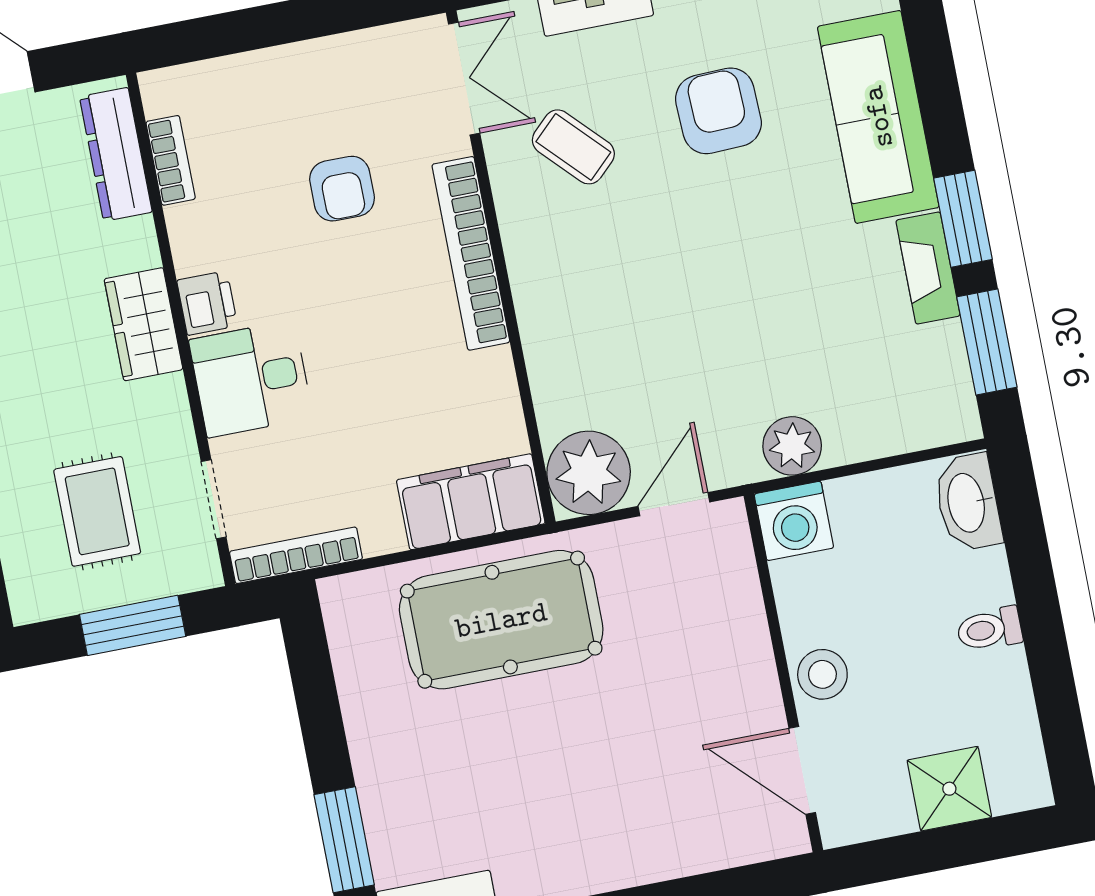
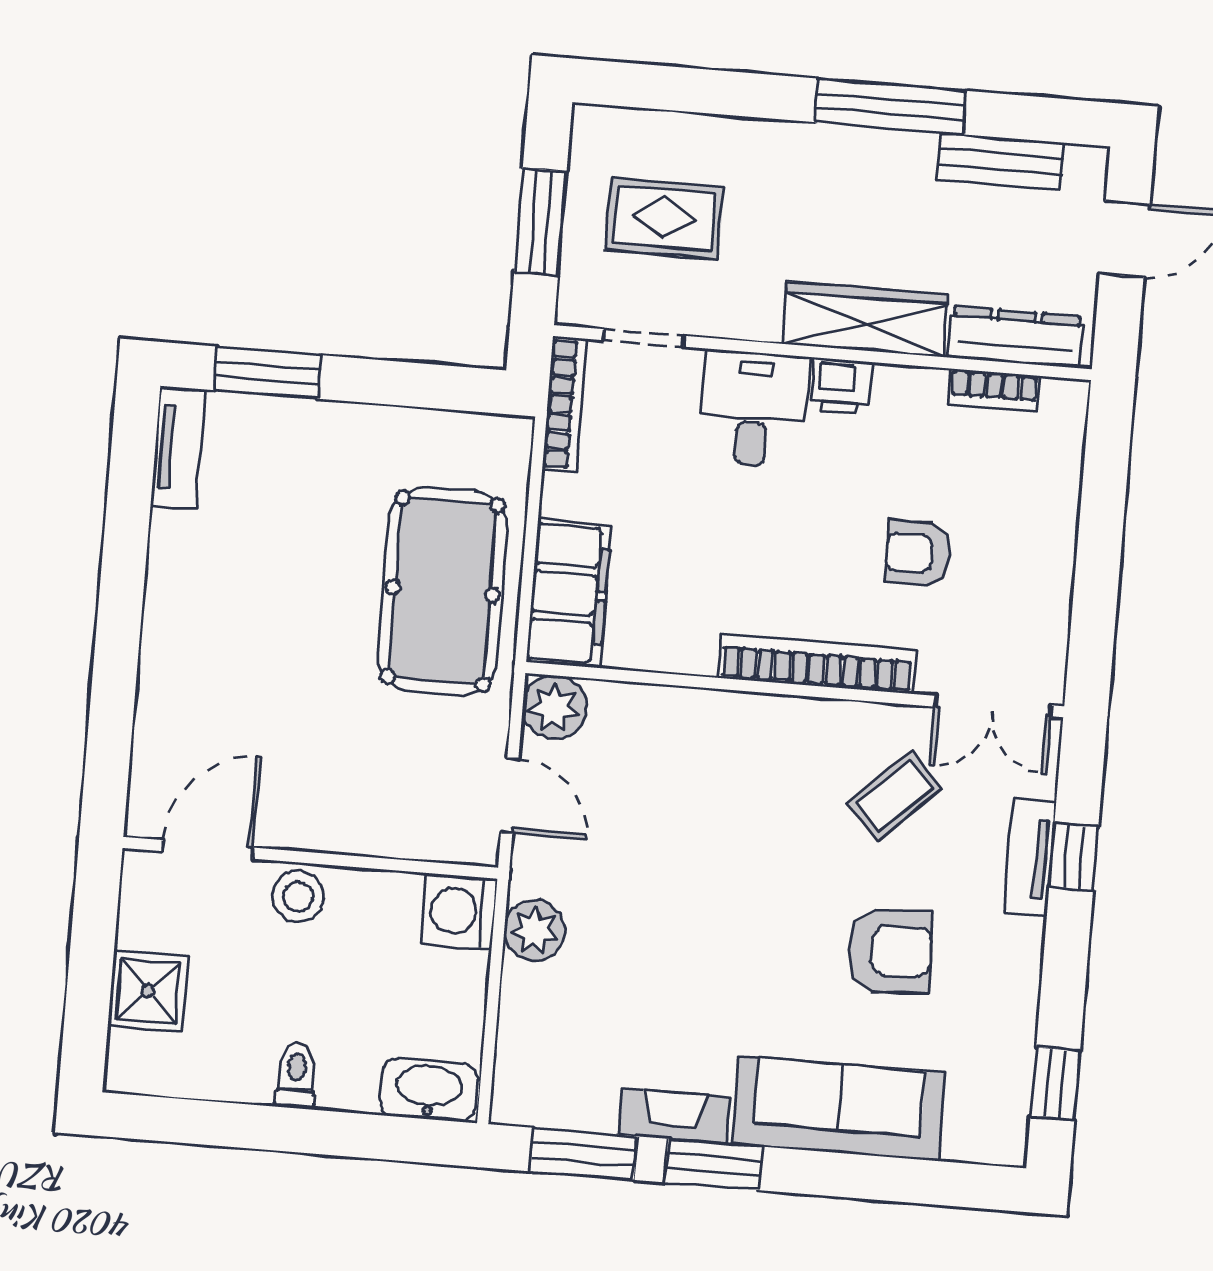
wardrobe: (144, 324) -> (865, 319), width x1.50
plant: (589, 473) -> (554, 707), width x0.73, depth x0.73

